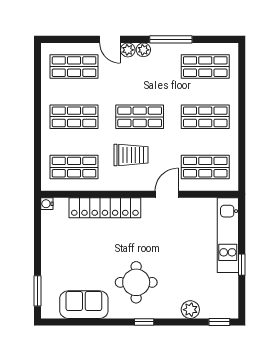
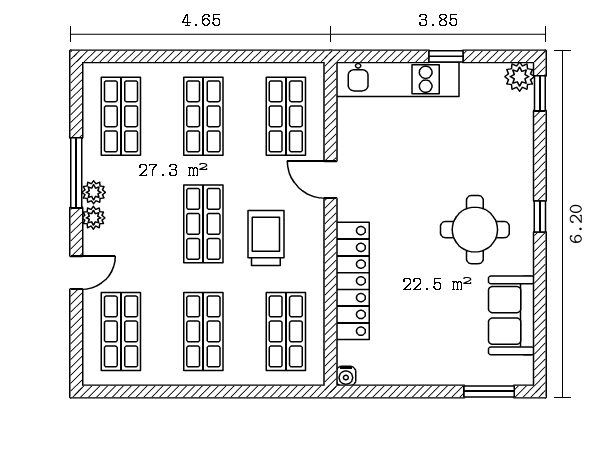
plant: (128, 50) -> (94, 192), moved
plant: (190, 310) -> (520, 77), moved

